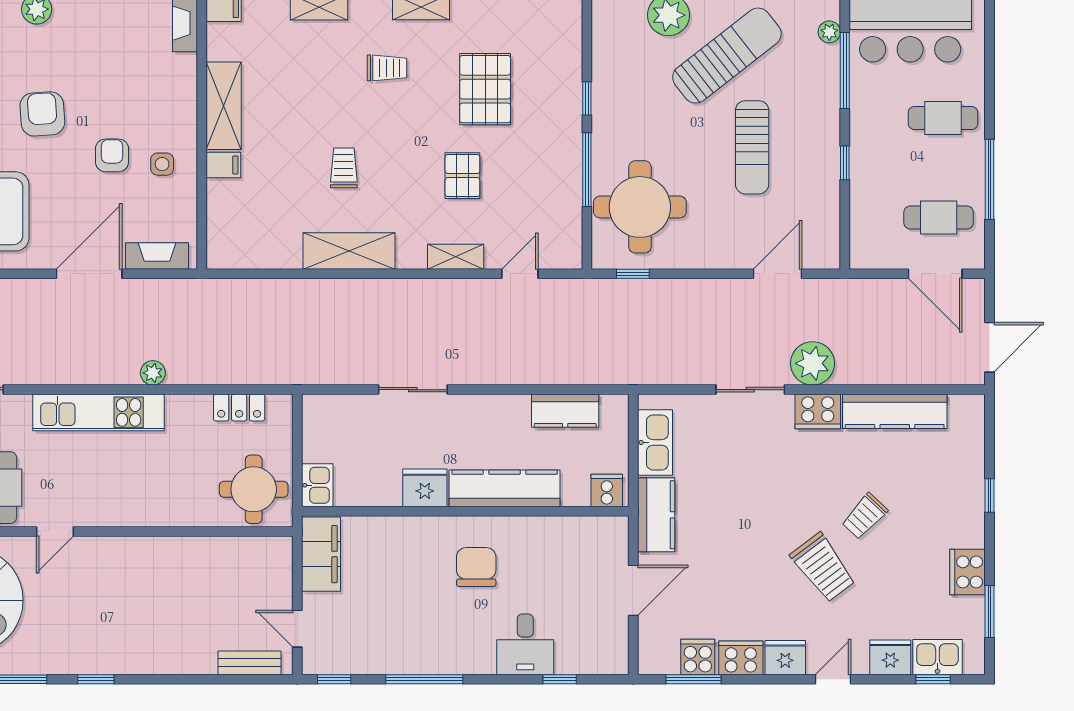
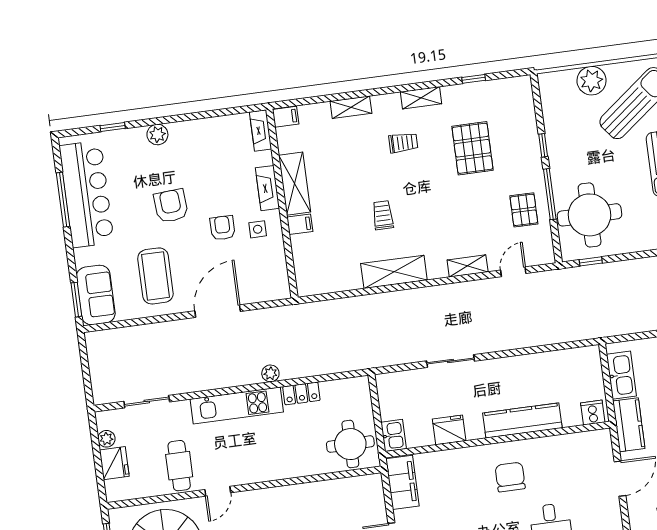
pallet: (462, 176) -> (524, 210), moved
fireplace: (157, 256) -> (267, 188), moved, turned -90
locker: (239, 408) -> (301, 393), moved
kitchen counter: (565, 411) -> (557, 362), removed
fridge: (425, 488) -> (449, 430), moved

